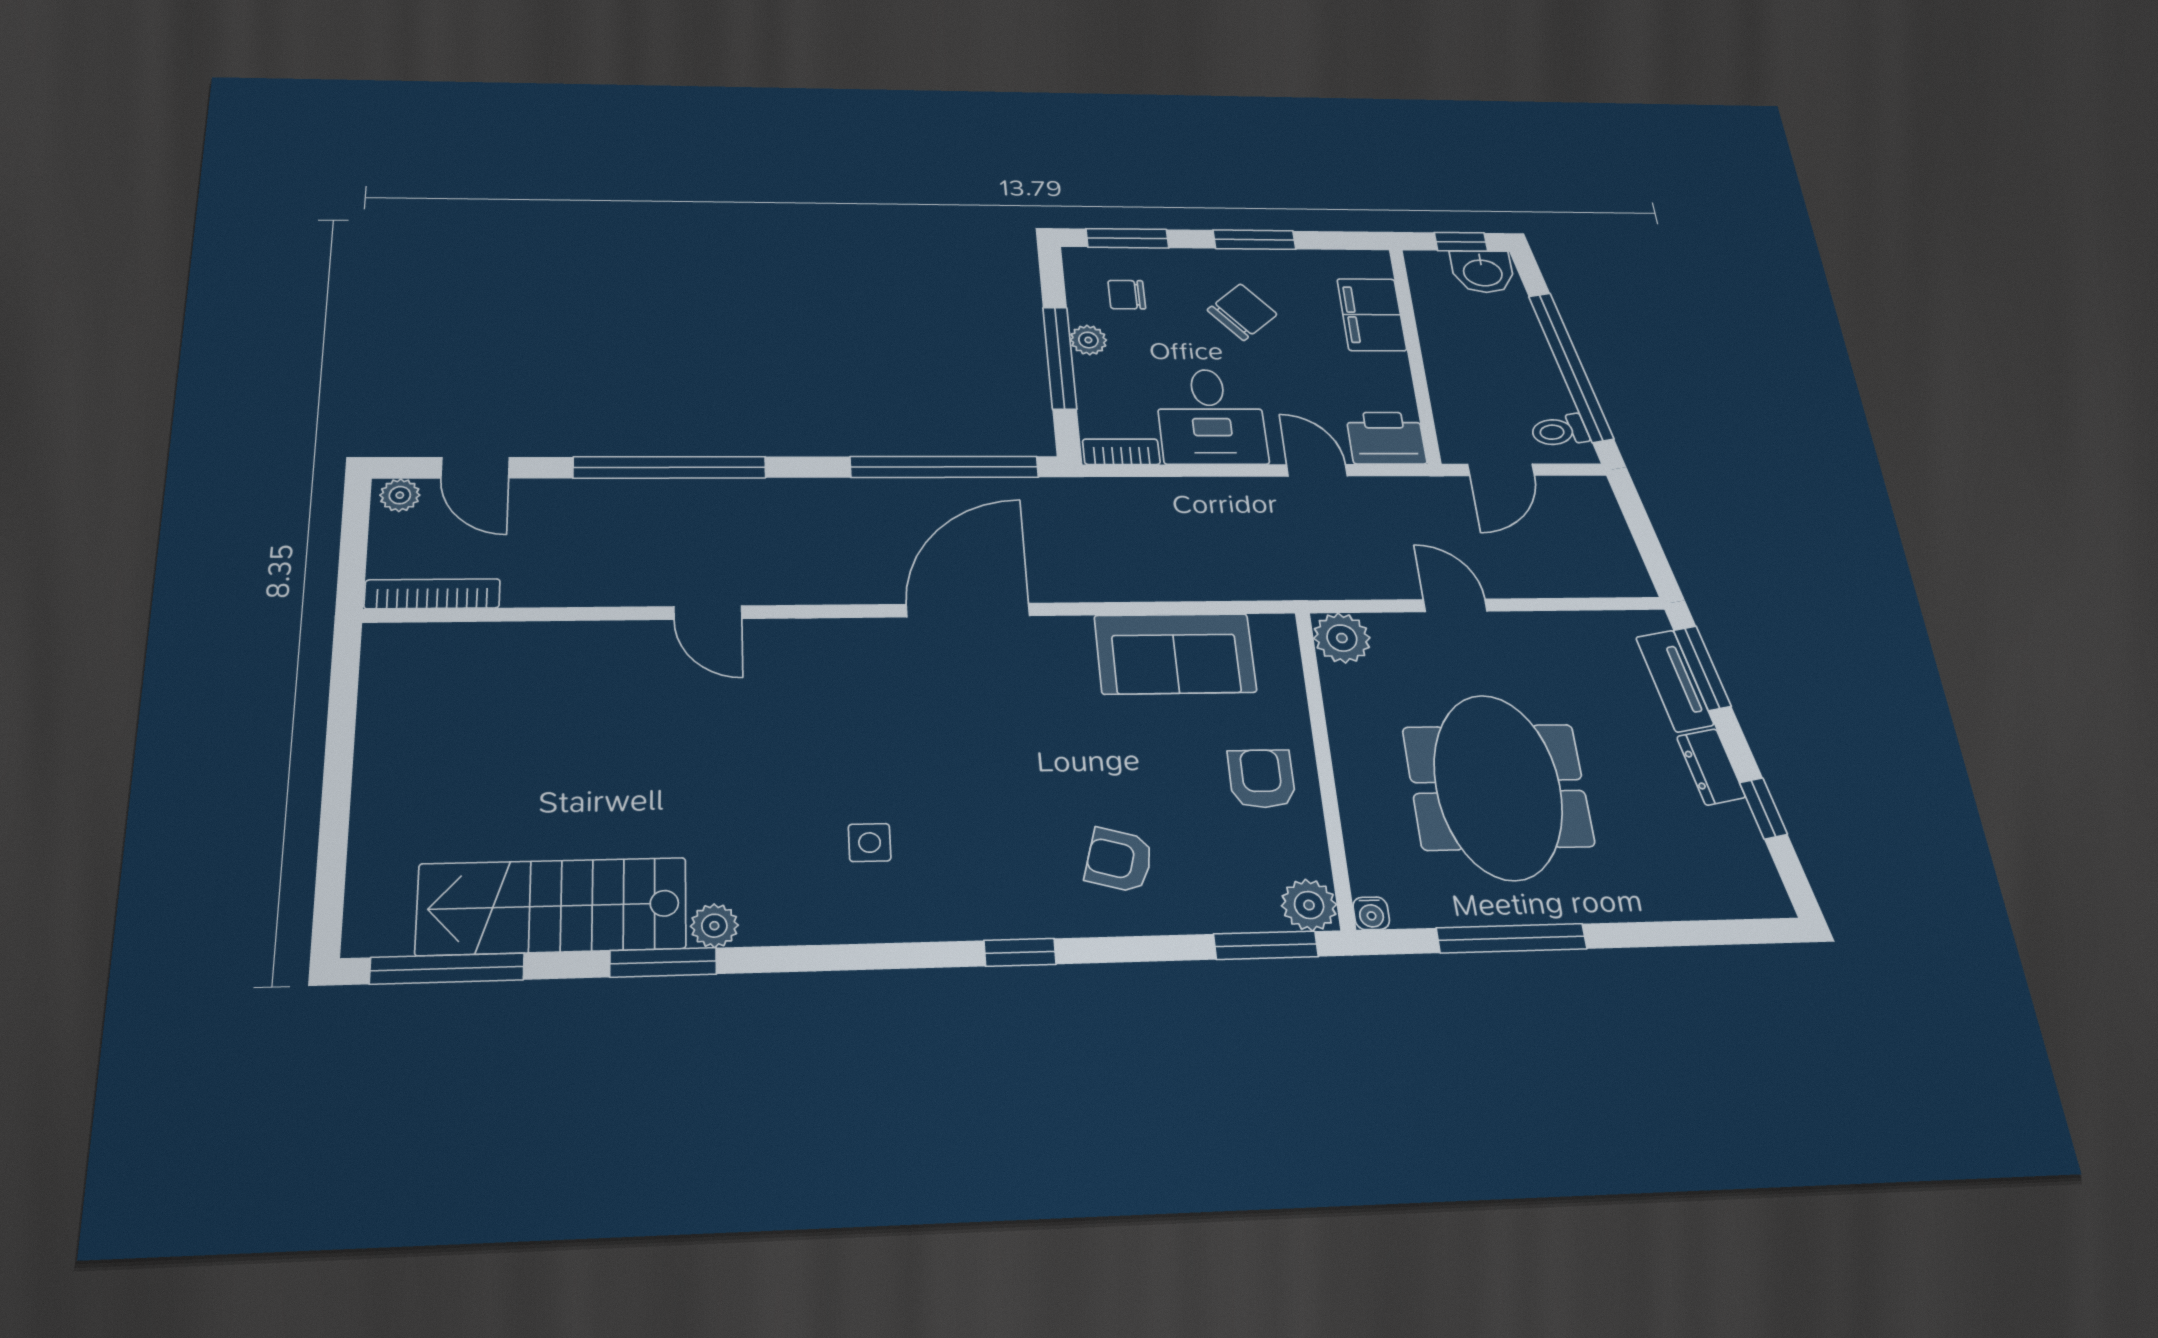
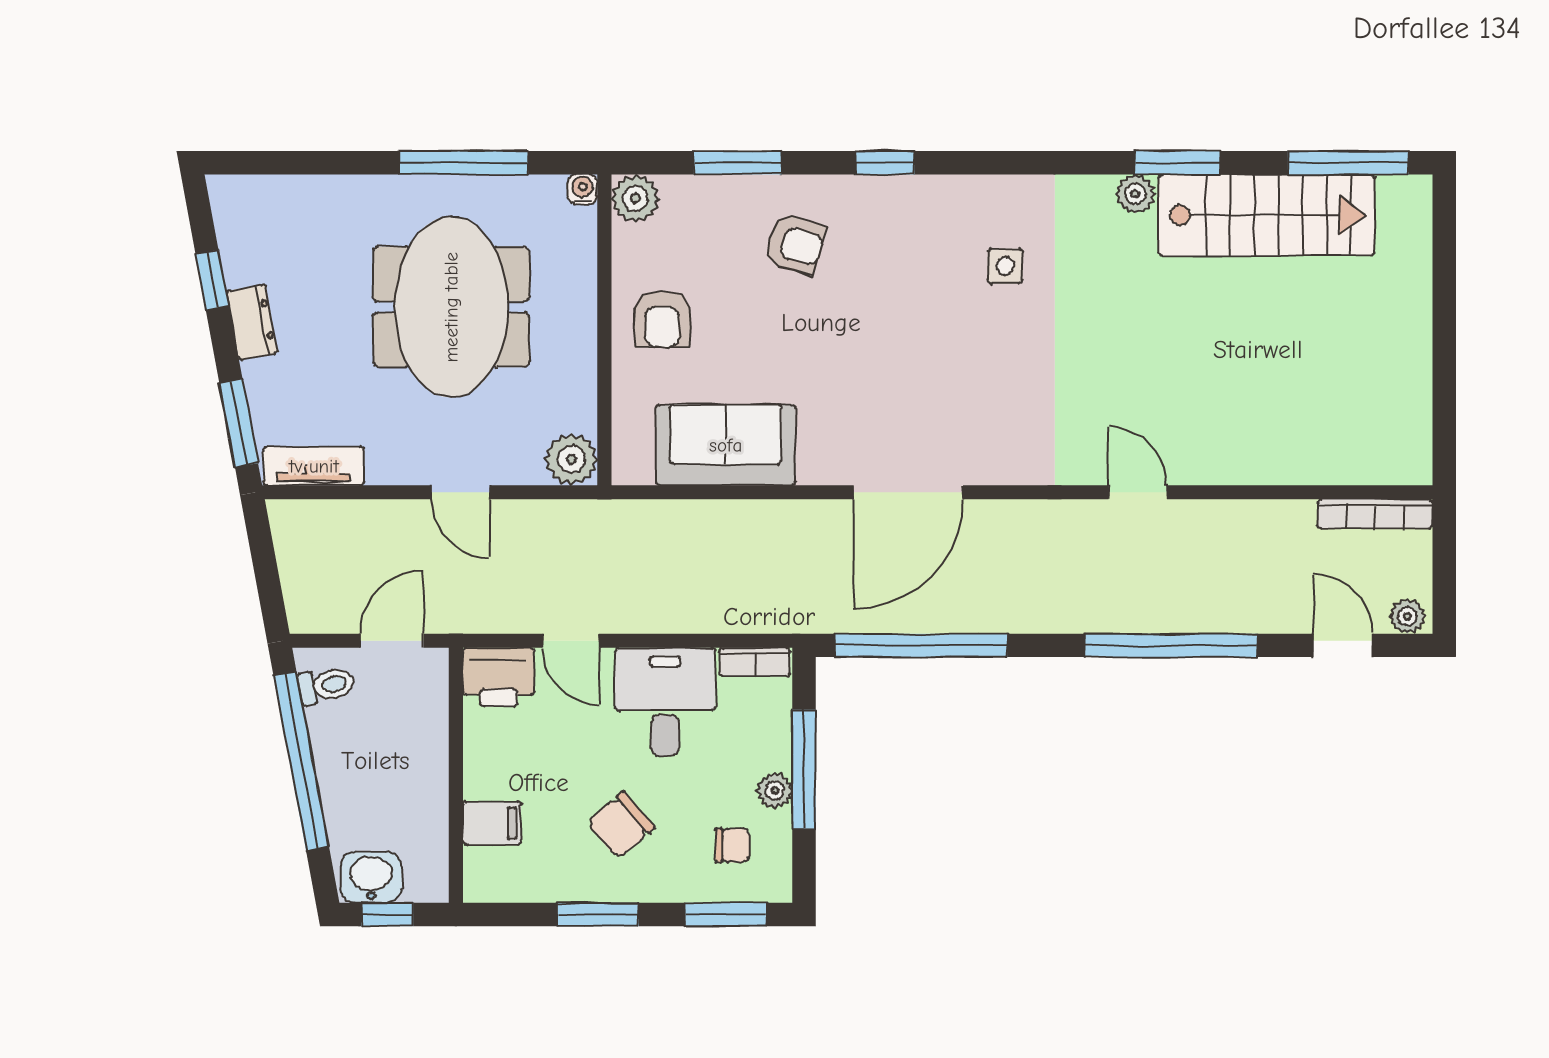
filing cabinet: (1372, 315) -> (492, 823), width x0.50
tv unit: (1675, 681) -> (314, 466), moved, turned -80
window: (1266, 945) -> (738, 163), moved

